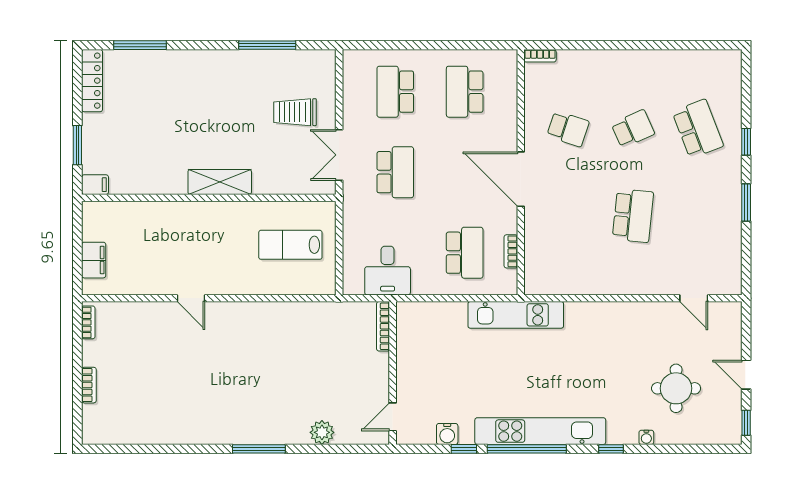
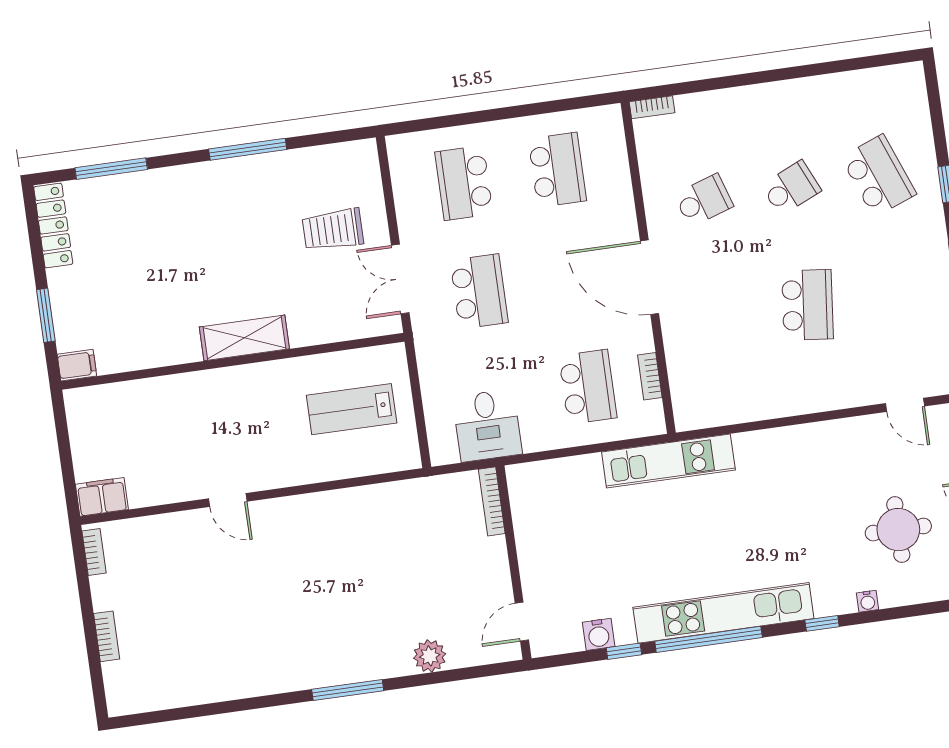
window: (267, 45) -> (248, 149), moved
school desk: (465, 92) -> (557, 170), turned 180
school desk: (568, 129) -> (704, 200), turned -36
filing cabinet: (94, 260) -> (102, 497), moved, turned -90

